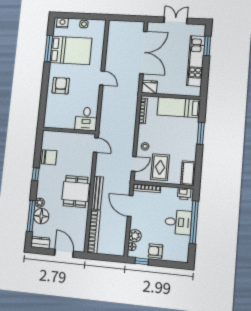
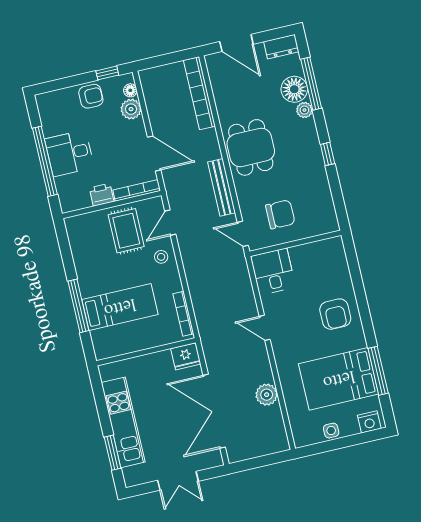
plant: (112, 53) -> (267, 395), added
door: (102, 78) -> (265, 328), moved
bed: (179, 107) -> (120, 307), moved
window: (201, 133) -> (78, 306), width x1.44
chair: (49, 157) -> (280, 214), moved, turned 180
cot: (188, 173) -> (78, 236), removed
bench: (97, 193) -> (222, 187), moved
printer: (184, 194) -> (102, 195), moved

